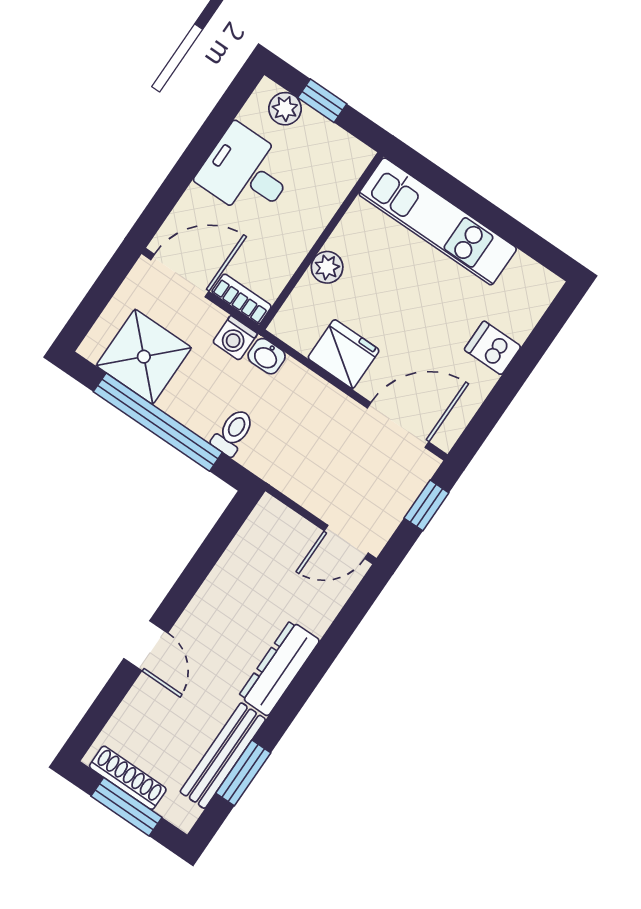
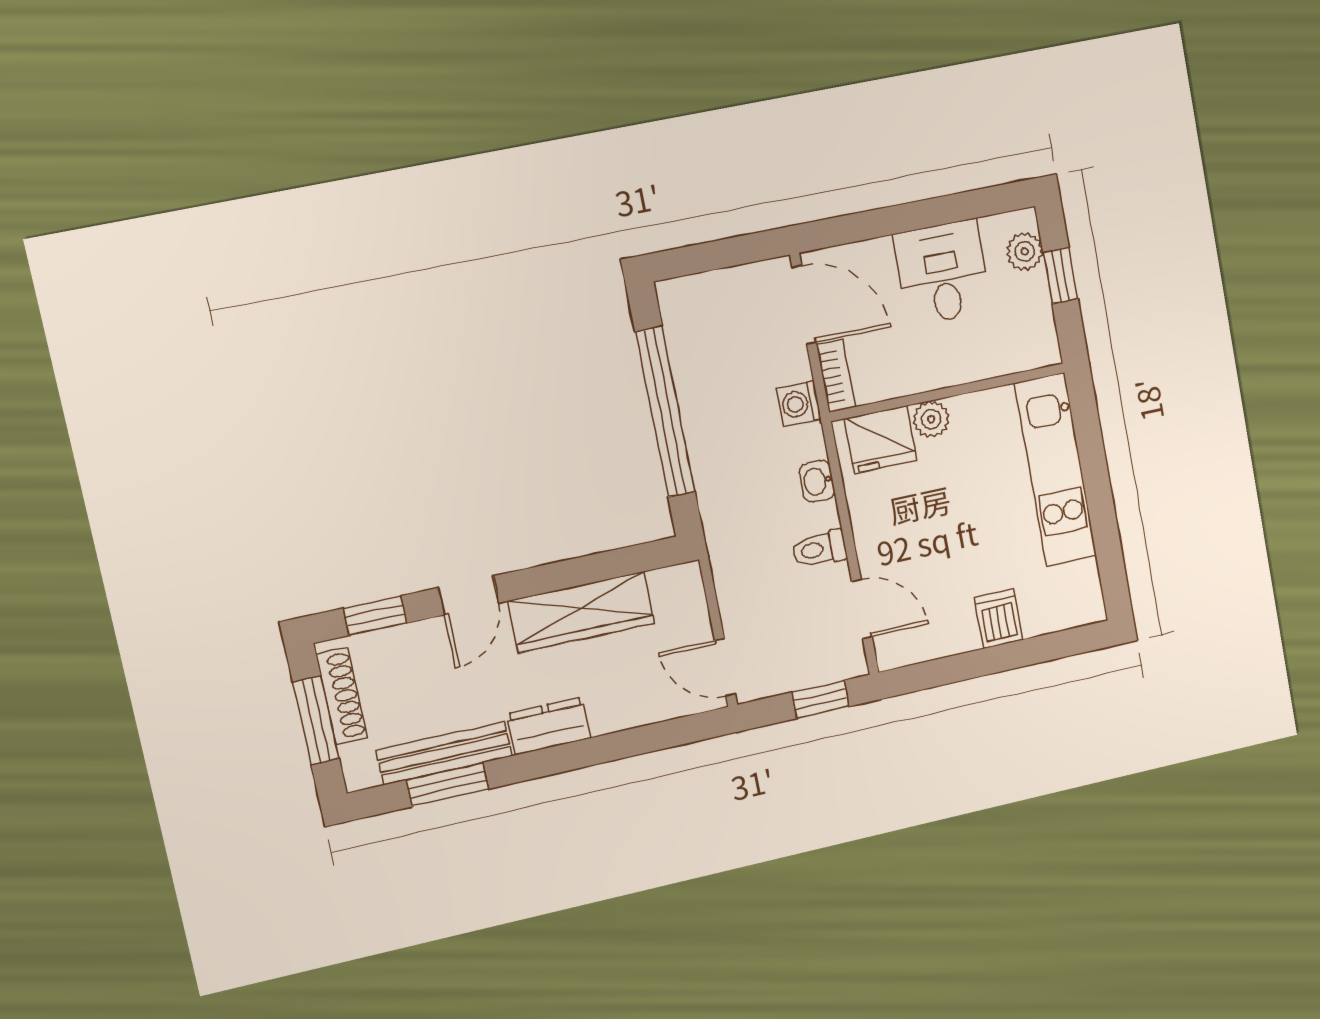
fridge: (344, 354) -> (881, 440), moved, turned 90
washbasin: (267, 356) -> (817, 481), moved
shower: (144, 357) -> (707, 344), removed
door: (398, 425) -> (862, 609), width x0.73
toilet: (233, 432) -> (819, 549), moved, turned 180
wardrobe: (224, 592) -> (581, 612), added
dresser: (279, 668) -> (549, 726), width x0.70
window: (101, 711) -> (375, 616), added

